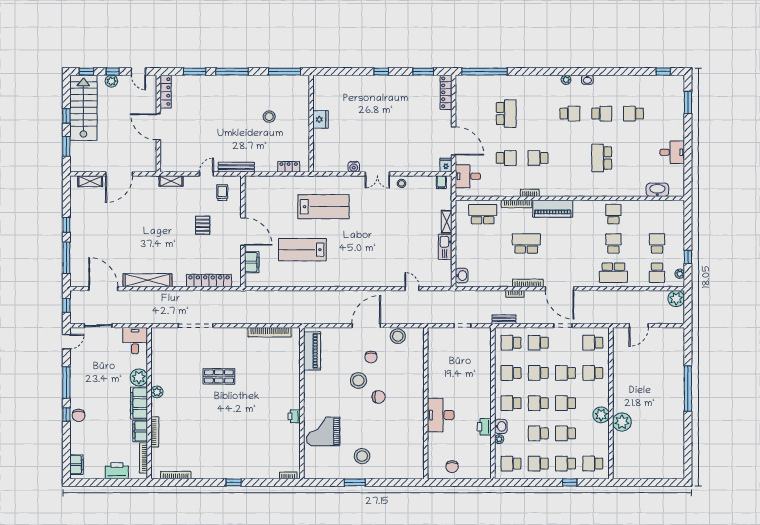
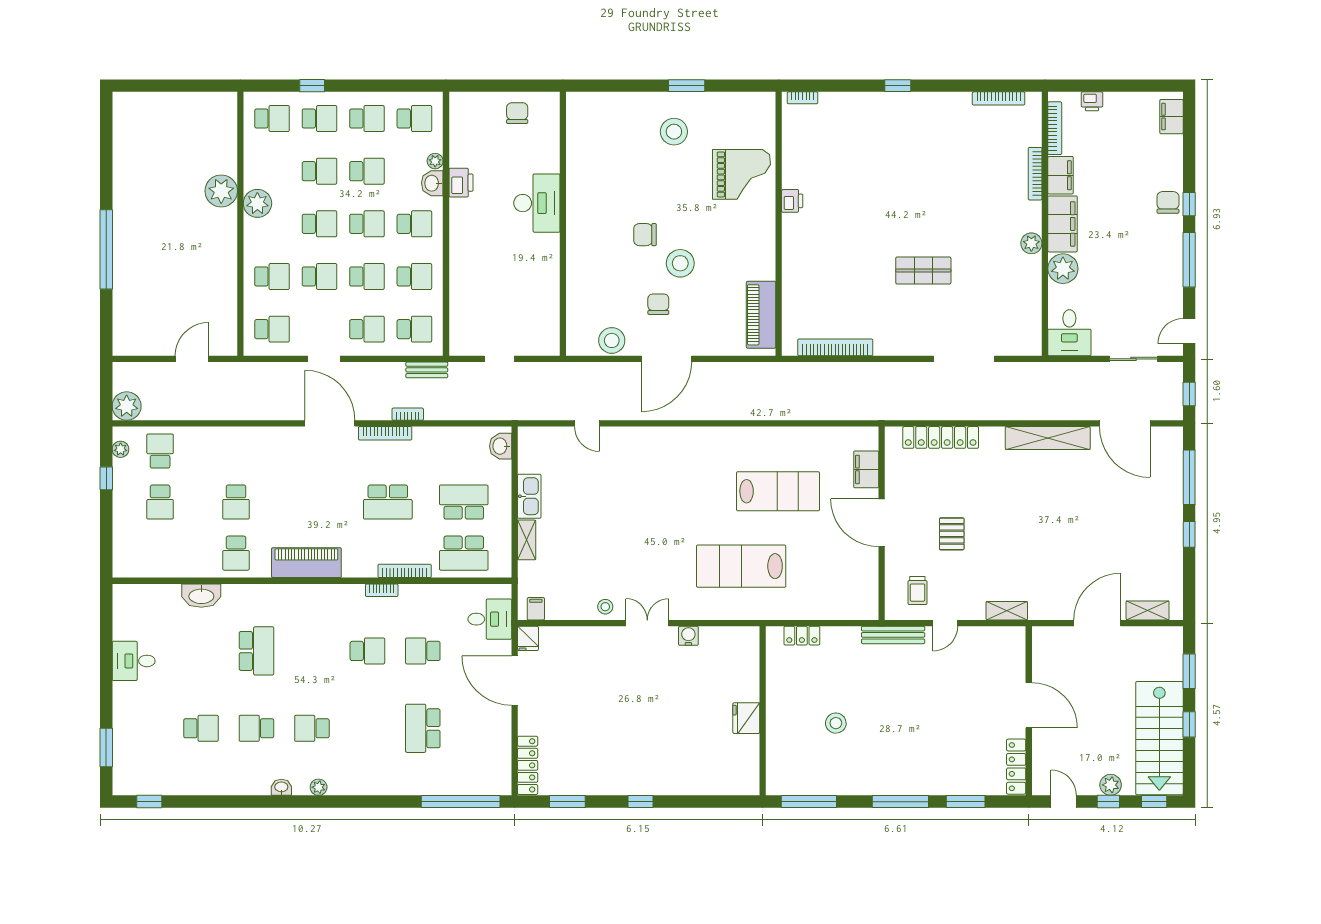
washbasin: (657, 190) -> (201, 596), moved
piano: (553, 209) -> (306, 563), moved
school desk: (613, 273) -> (464, 502), moved
printer: (117, 471) -> (1092, 101), width x0.53, depth x0.68

